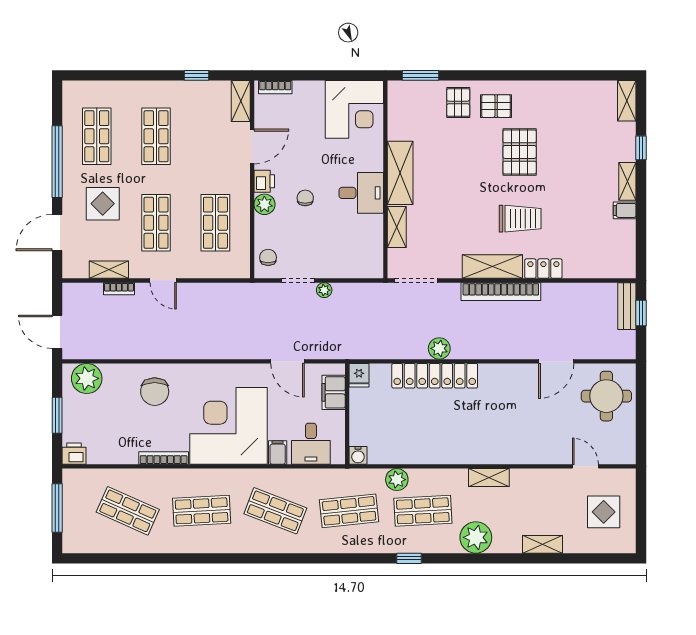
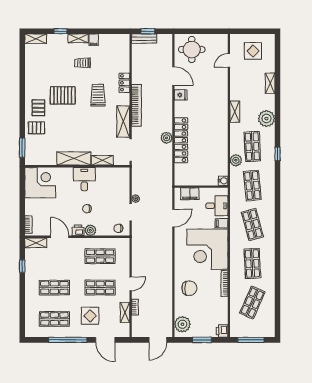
trolley: (581, 190) -> (83, 63), added
shelving: (492, 267) -> (123, 122), moved
fridge: (359, 375) -> (181, 95), moved
shop shelf: (275, 511) -> (252, 225), turned -36

